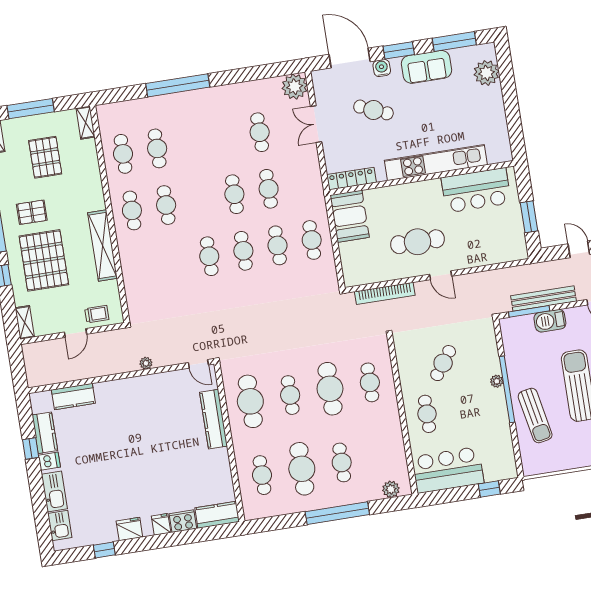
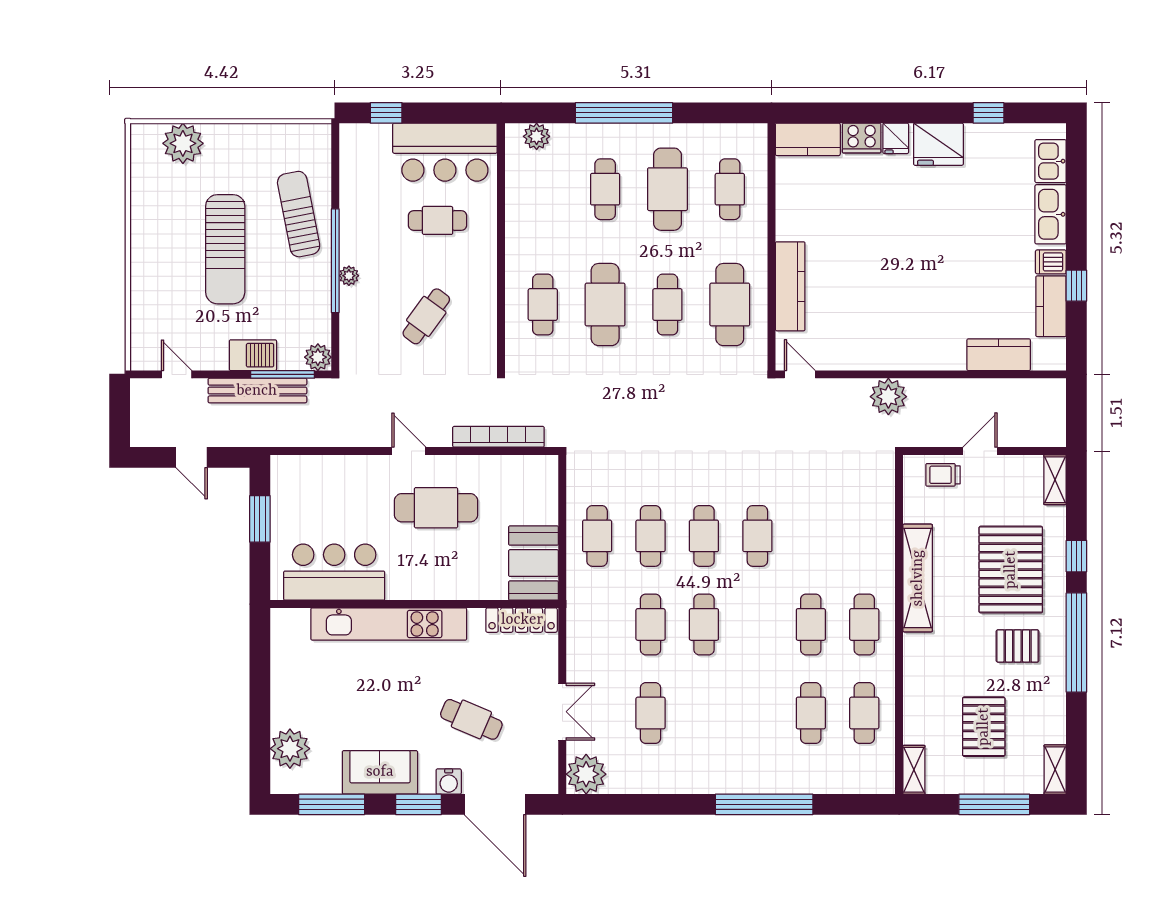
plant: (508, 326) -> (318, 357), added
plant: (146, 363) -> (888, 397), width x1.88, depth x1.88
cafe table: (427, 414) -> (438, 220), moved, turned 90
fridge: (129, 529) -> (938, 144), width x1.36, depth x1.34

